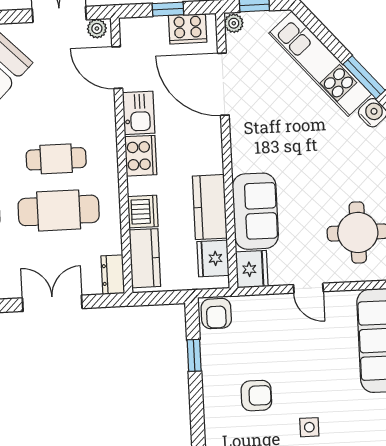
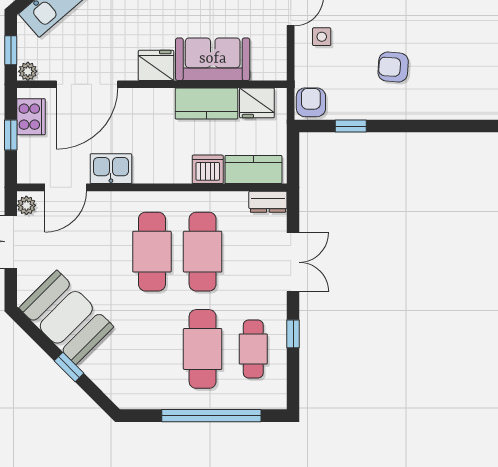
cooker: (141, 156) -> (153, 169), removed
cafe table: (56, 159) -> (152, 252), width x1.37, depth x1.35
fridge: (252, 269) -> (156, 65), moved
double door: (52, 303) -> (293, 262), swing flipped
armchair: (216, 314) -> (311, 102), turned -90
armchair: (256, 396) -> (393, 67), turned -86
side table: (309, 427) -> (322, 37), moved

